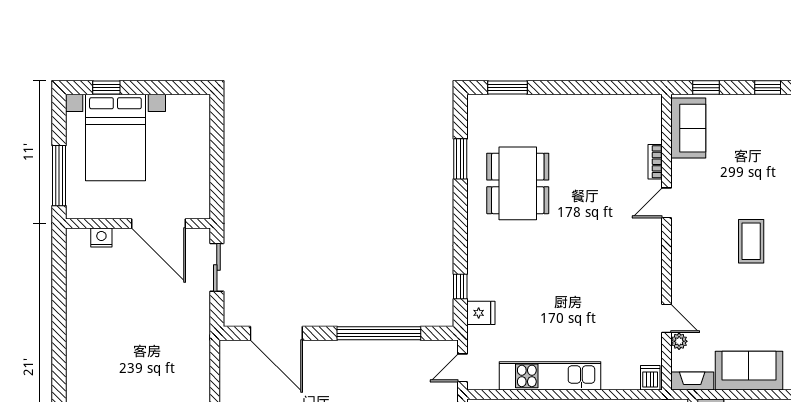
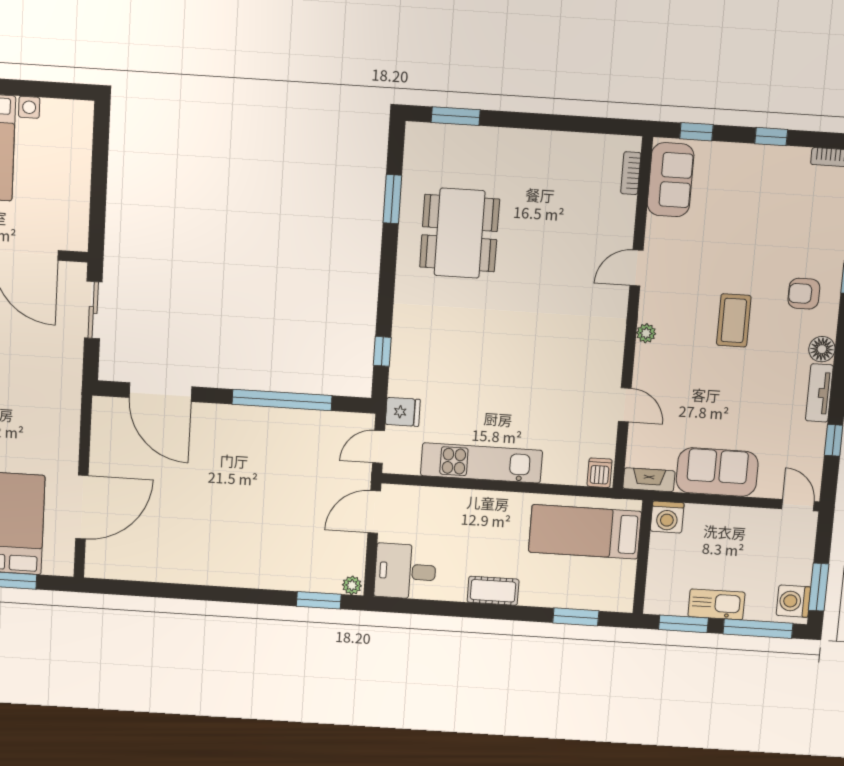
bookcase: (655, 162) -> (631, 173), moved
fridge: (481, 313) -> (403, 412), moved
plant: (679, 341) -> (646, 333), moved

